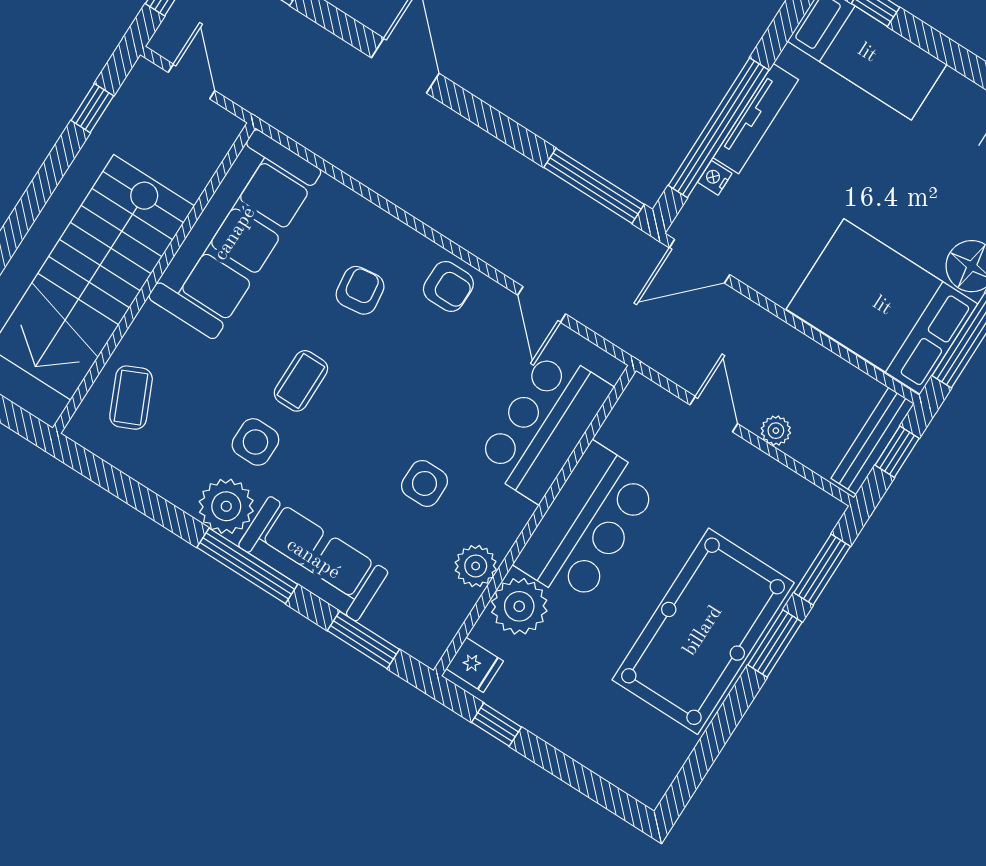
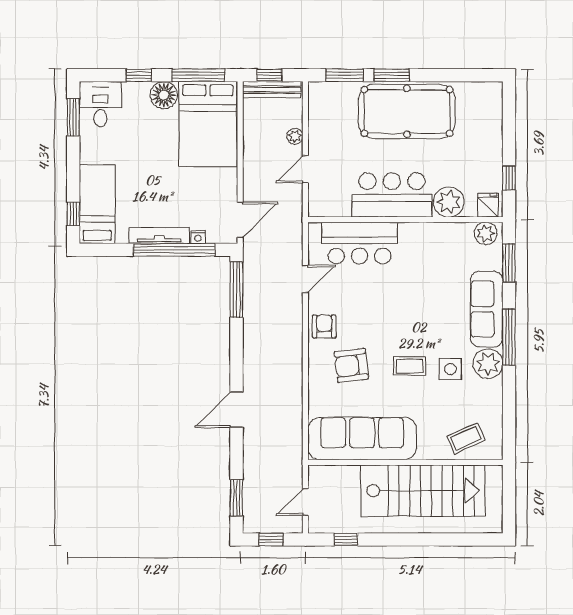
door: (700, 261) -> (240, 220), hinge flipped
armchair: (360, 290) -> (351, 365), width x1.38, depth x1.38
side table: (425, 483) -> (420, 280), removed
plant: (476, 566) -> (486, 233), moved

